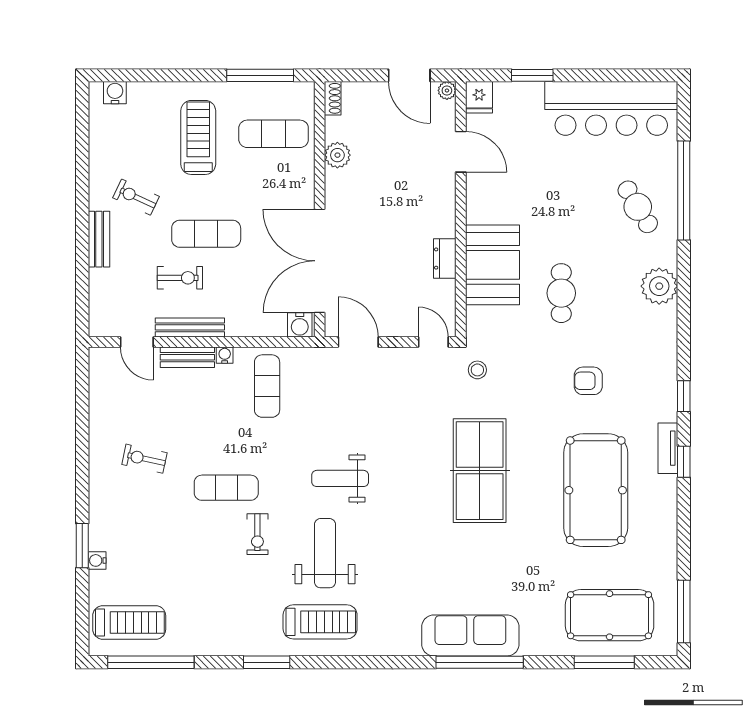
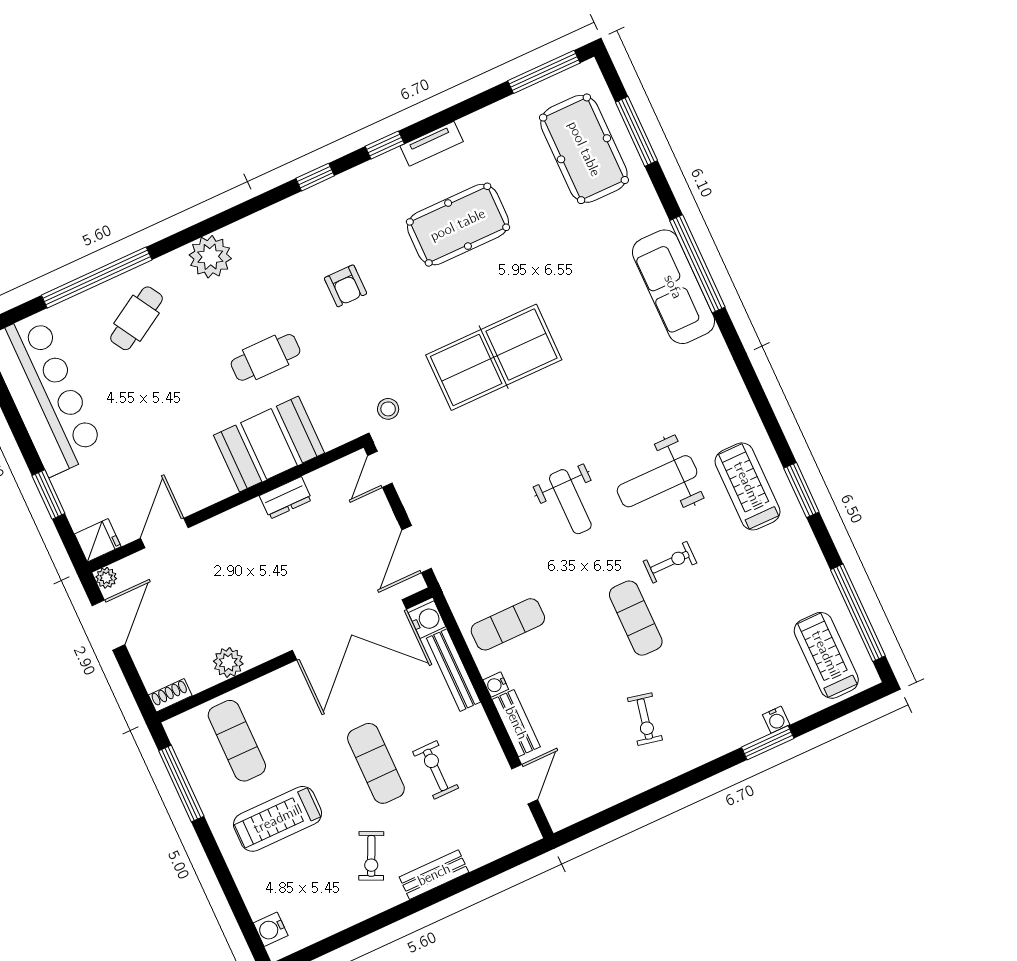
bench: (190, 327) -> (454, 670), moved
tv unit: (668, 448) -> (432, 144), moved
pool table: (596, 490) -> (458, 225), width x0.73, depth x0.76
treadmill: (320, 622) -> (748, 486), moved

